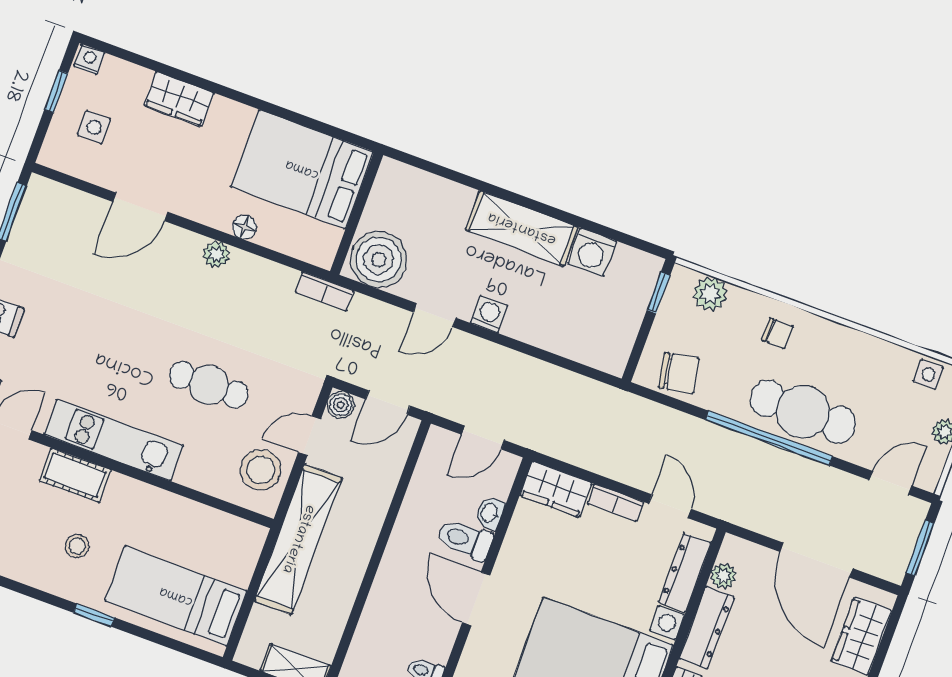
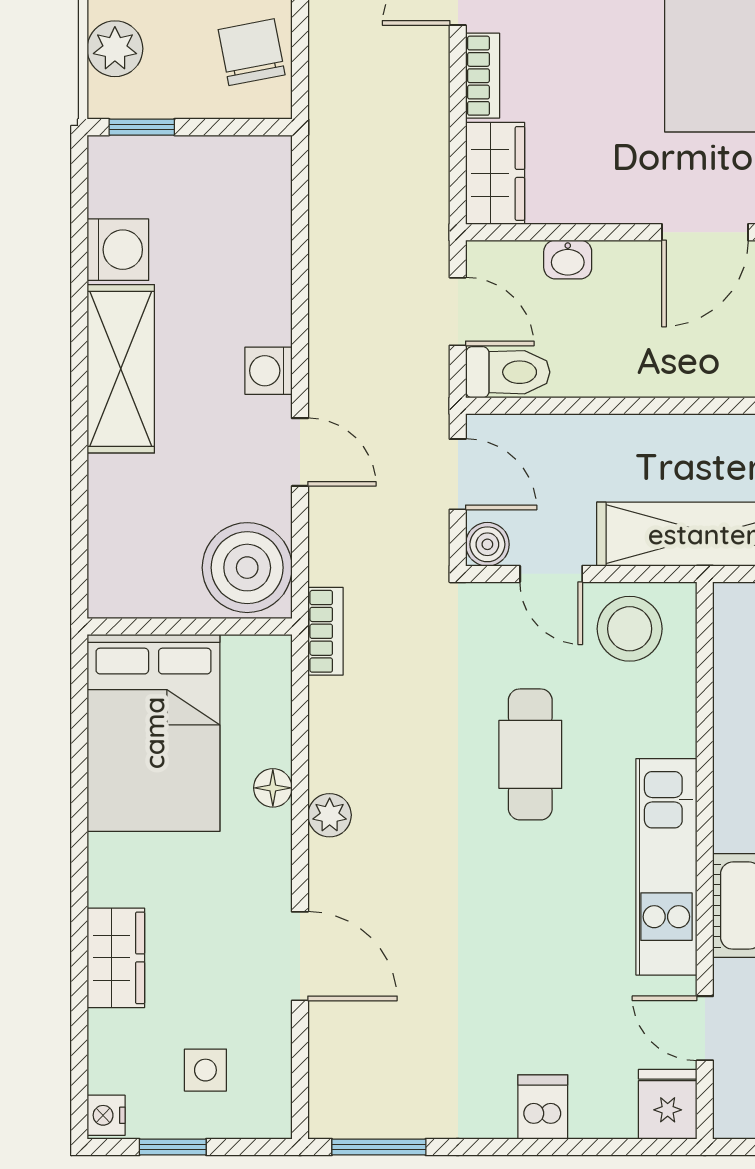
toilet: (465, 539) -> (508, 372), moved, turned -90

